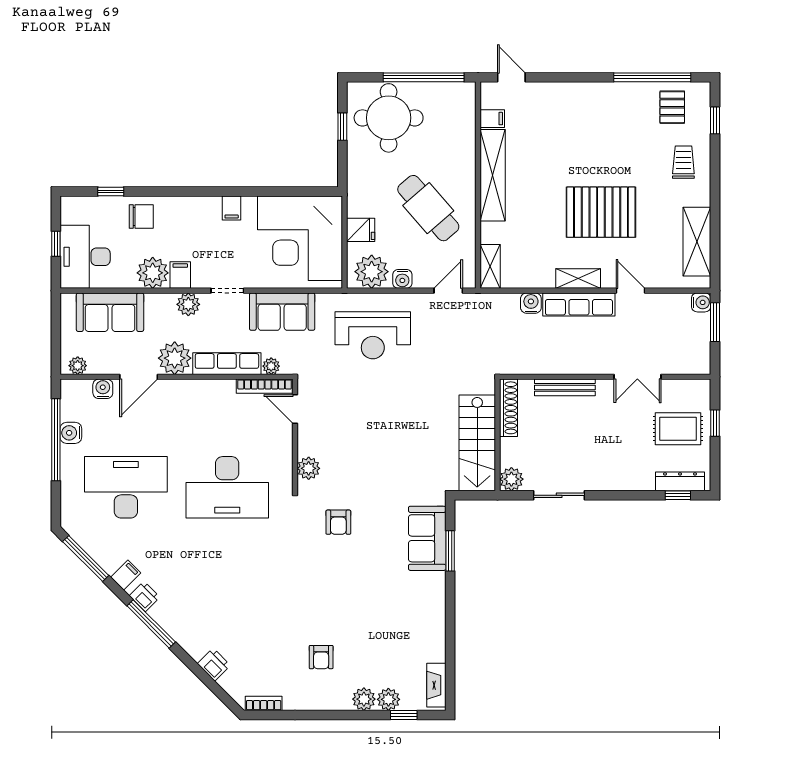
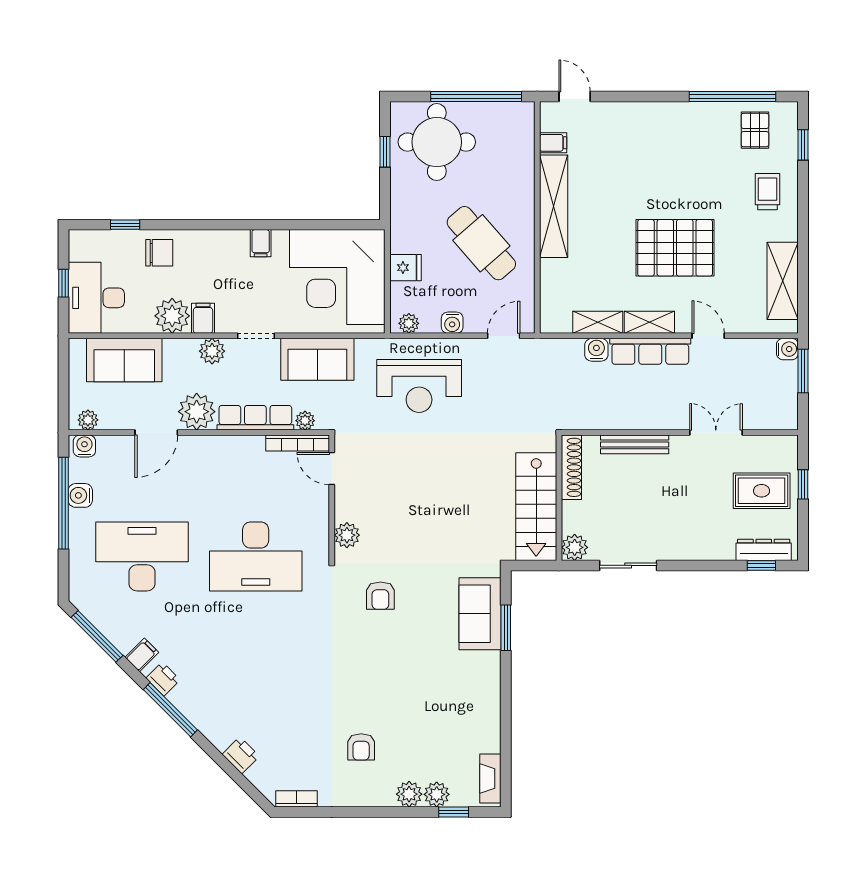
shelving: (490, 266) -> (598, 322), moved, turned 90
plant: (372, 272) -> (409, 323), width x0.53, depth x0.53
double door: (637, 377) -> (716, 433), swing flipped
water cooler: (103, 389) -> (84, 446), moved

